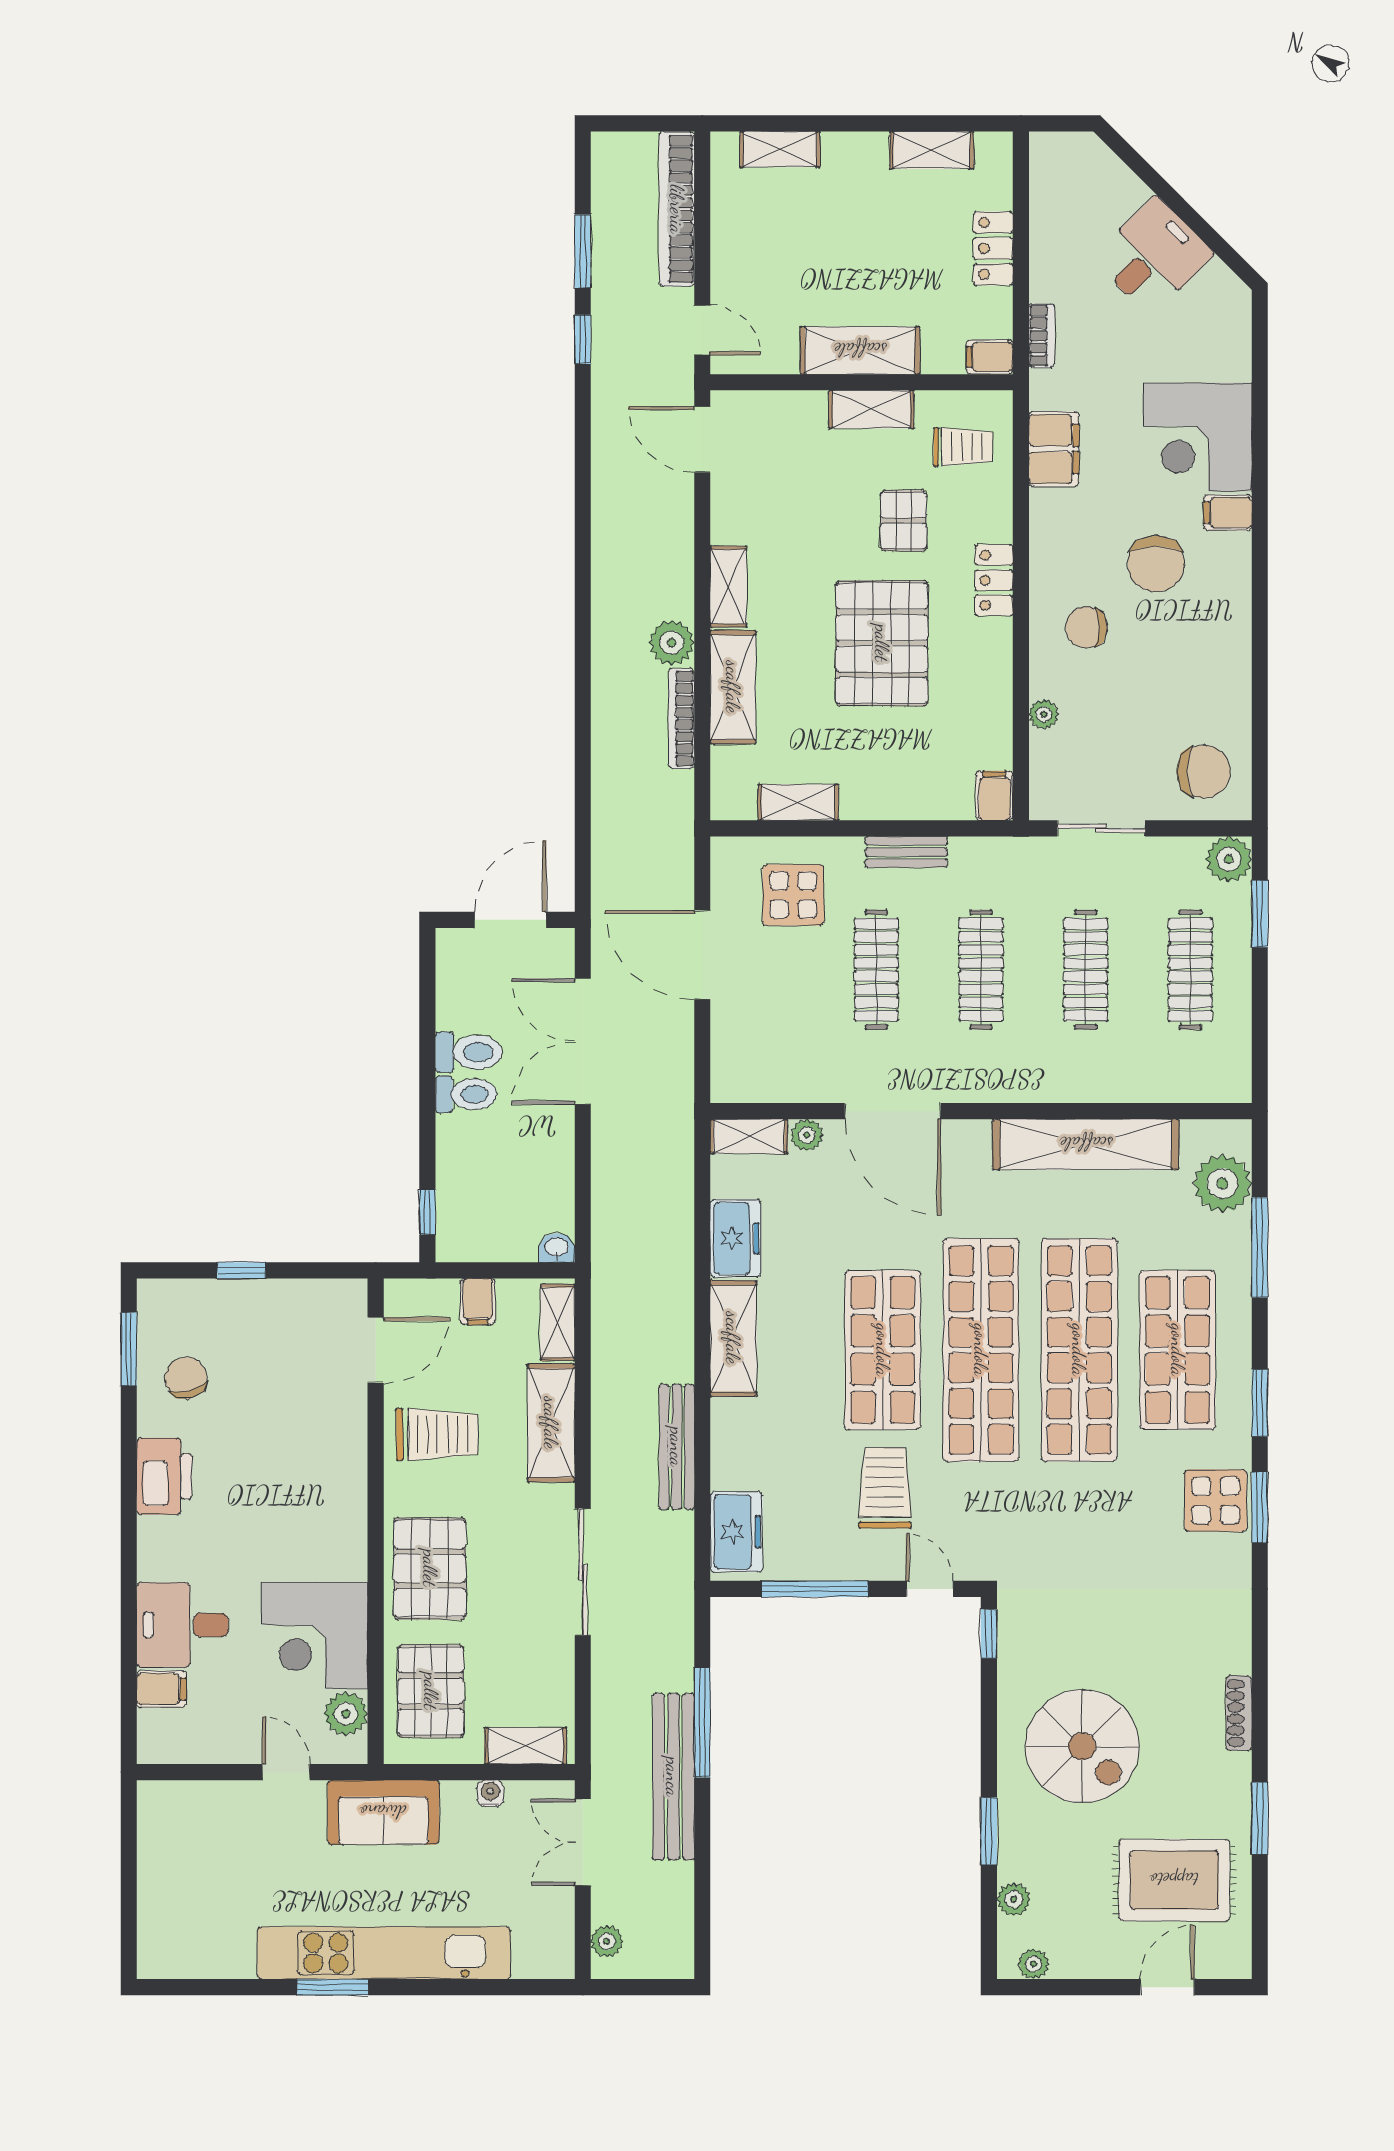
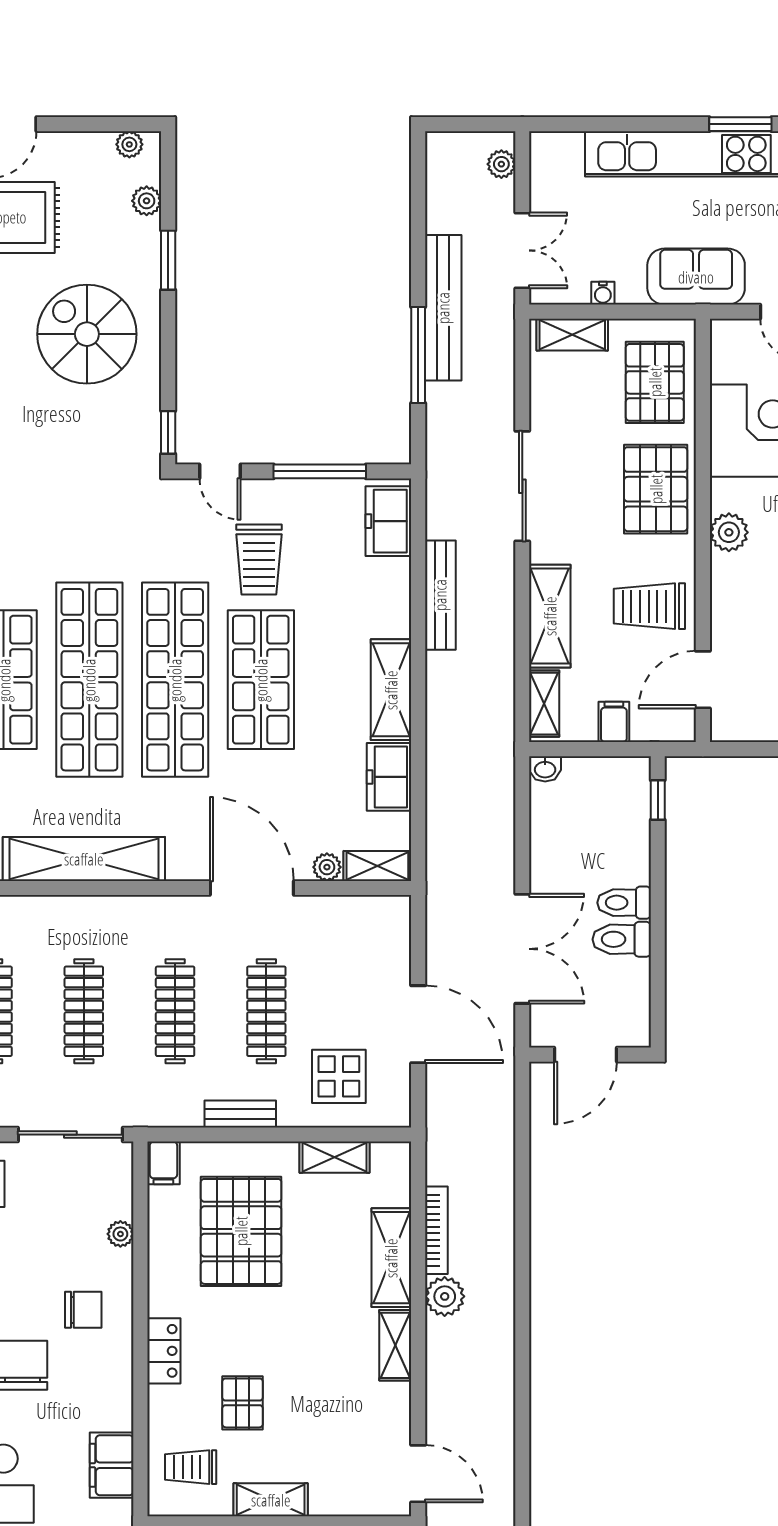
pallet: (882, 643) -> (241, 1231), moved
sliding door: (1101, 828) -> (70, 1135), width x1.37
plant: (346, 1714) -> (729, 532), moved

